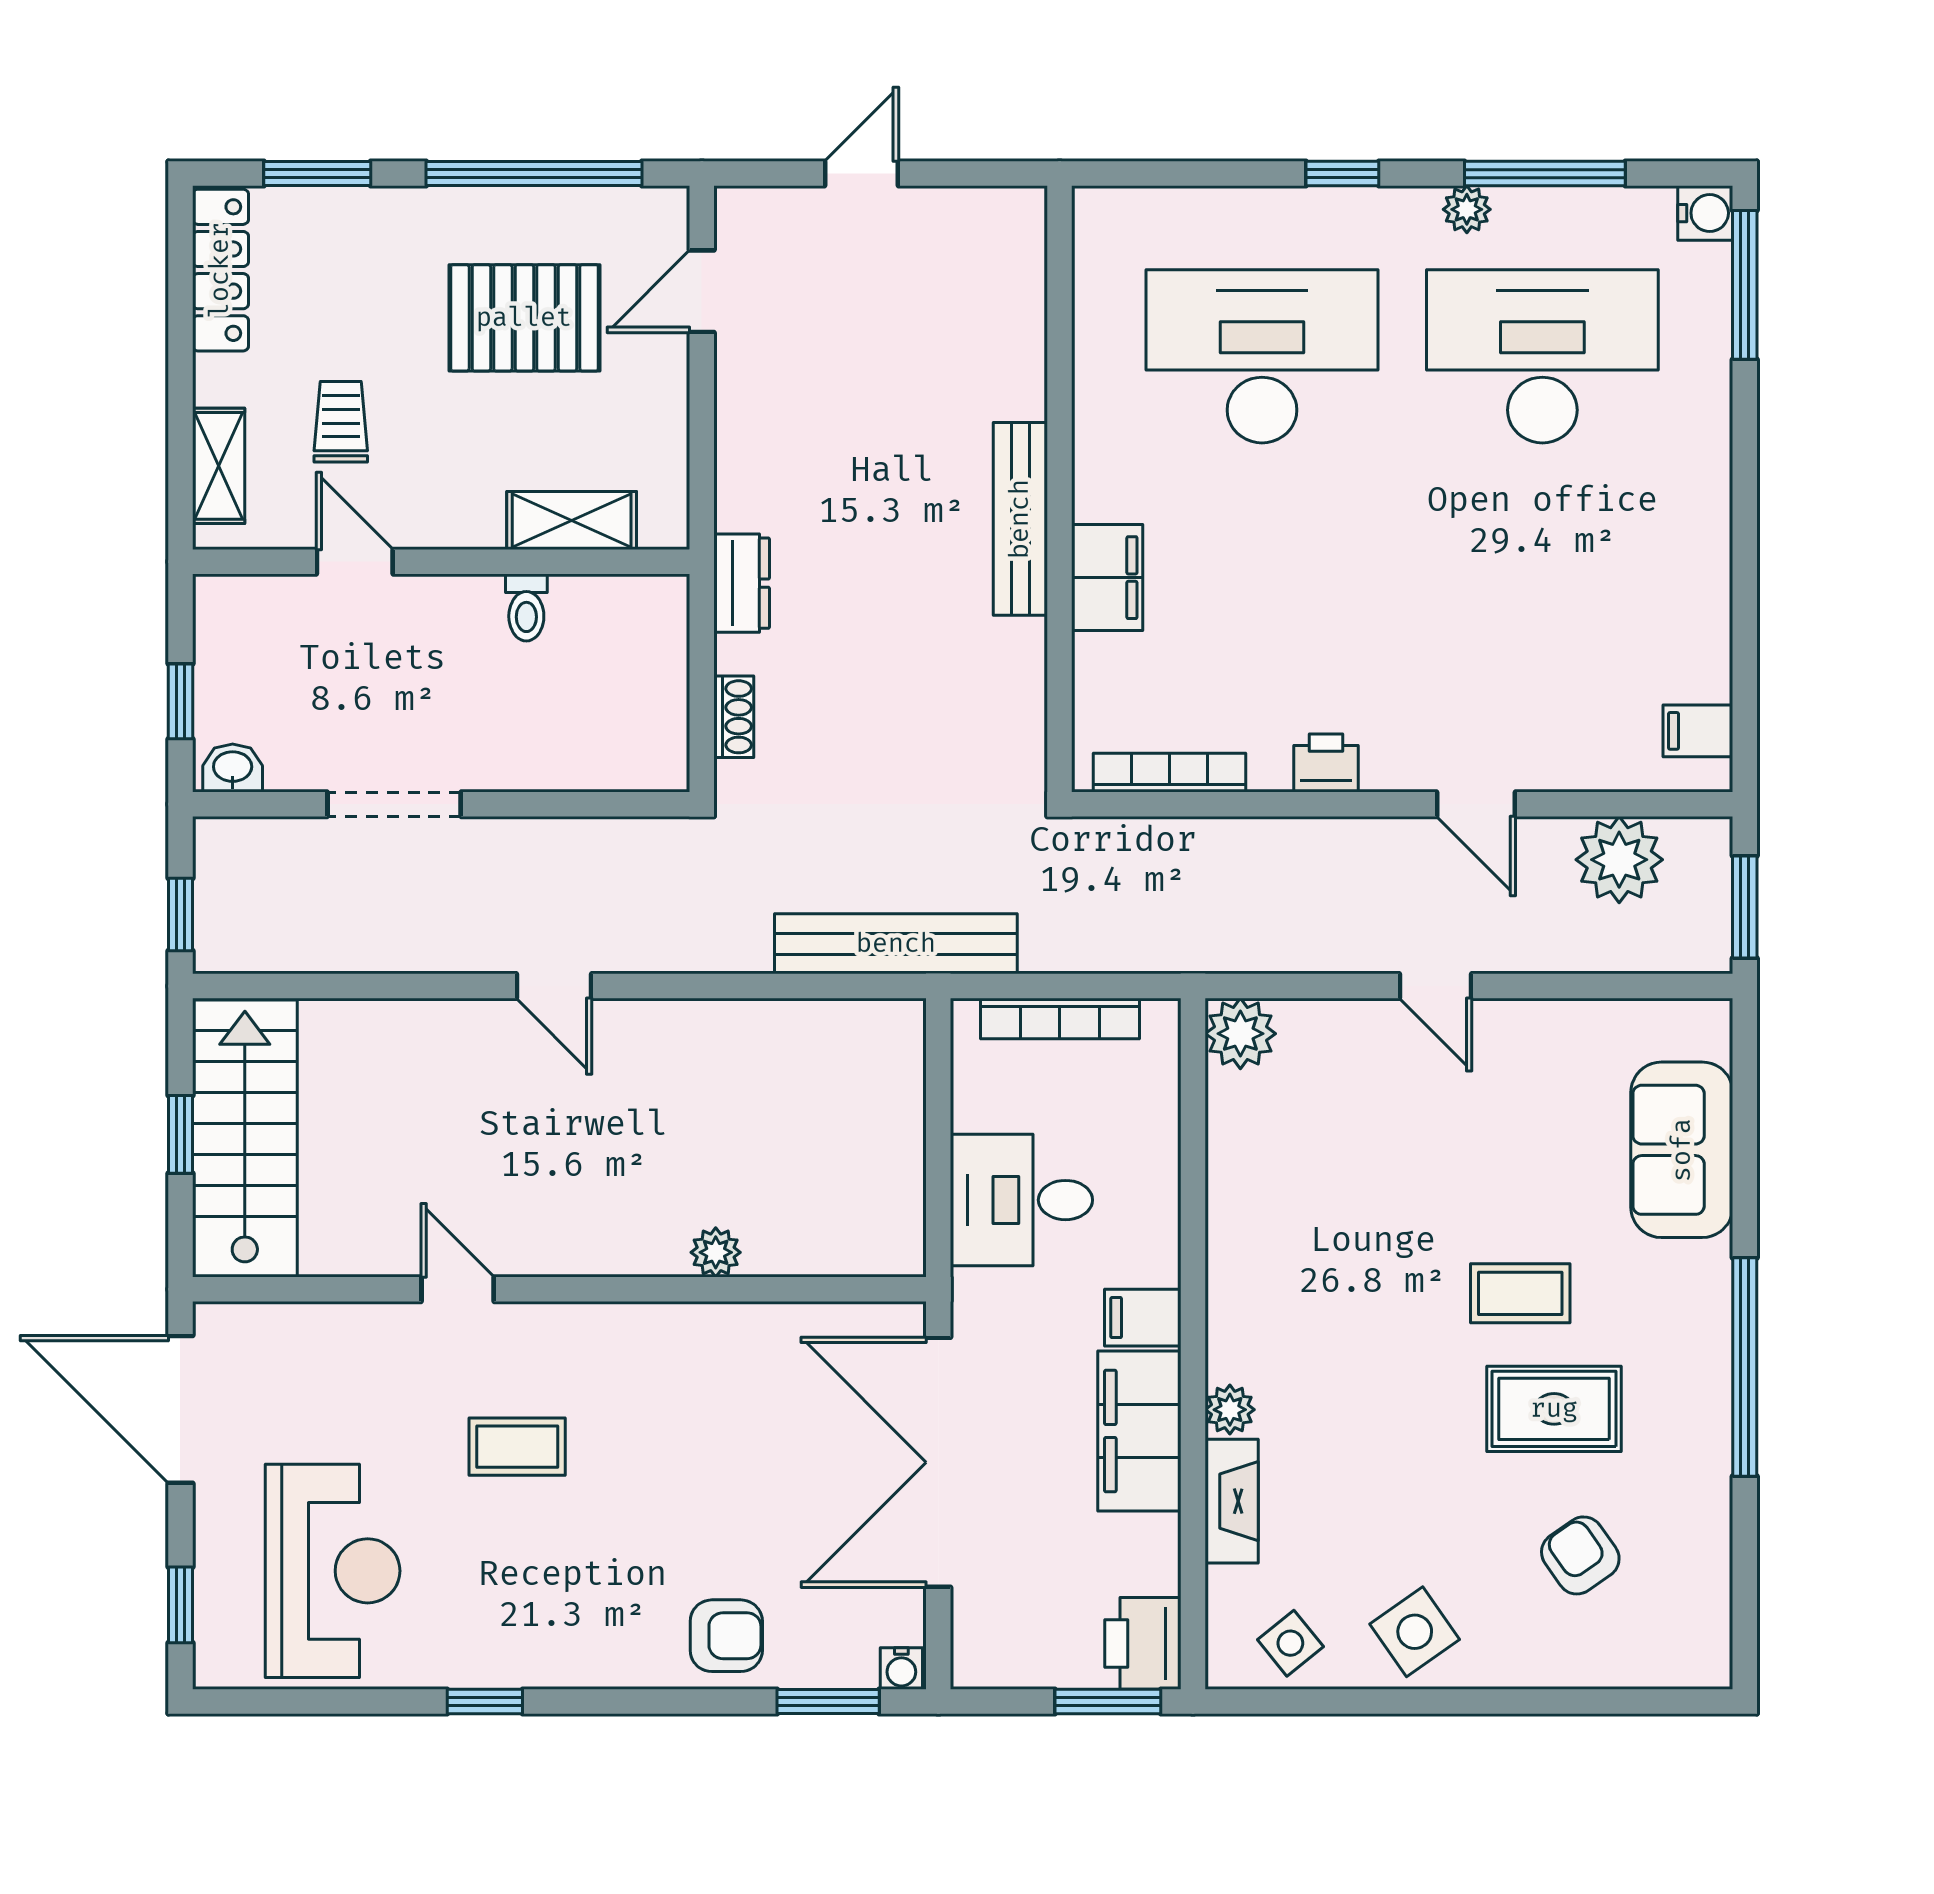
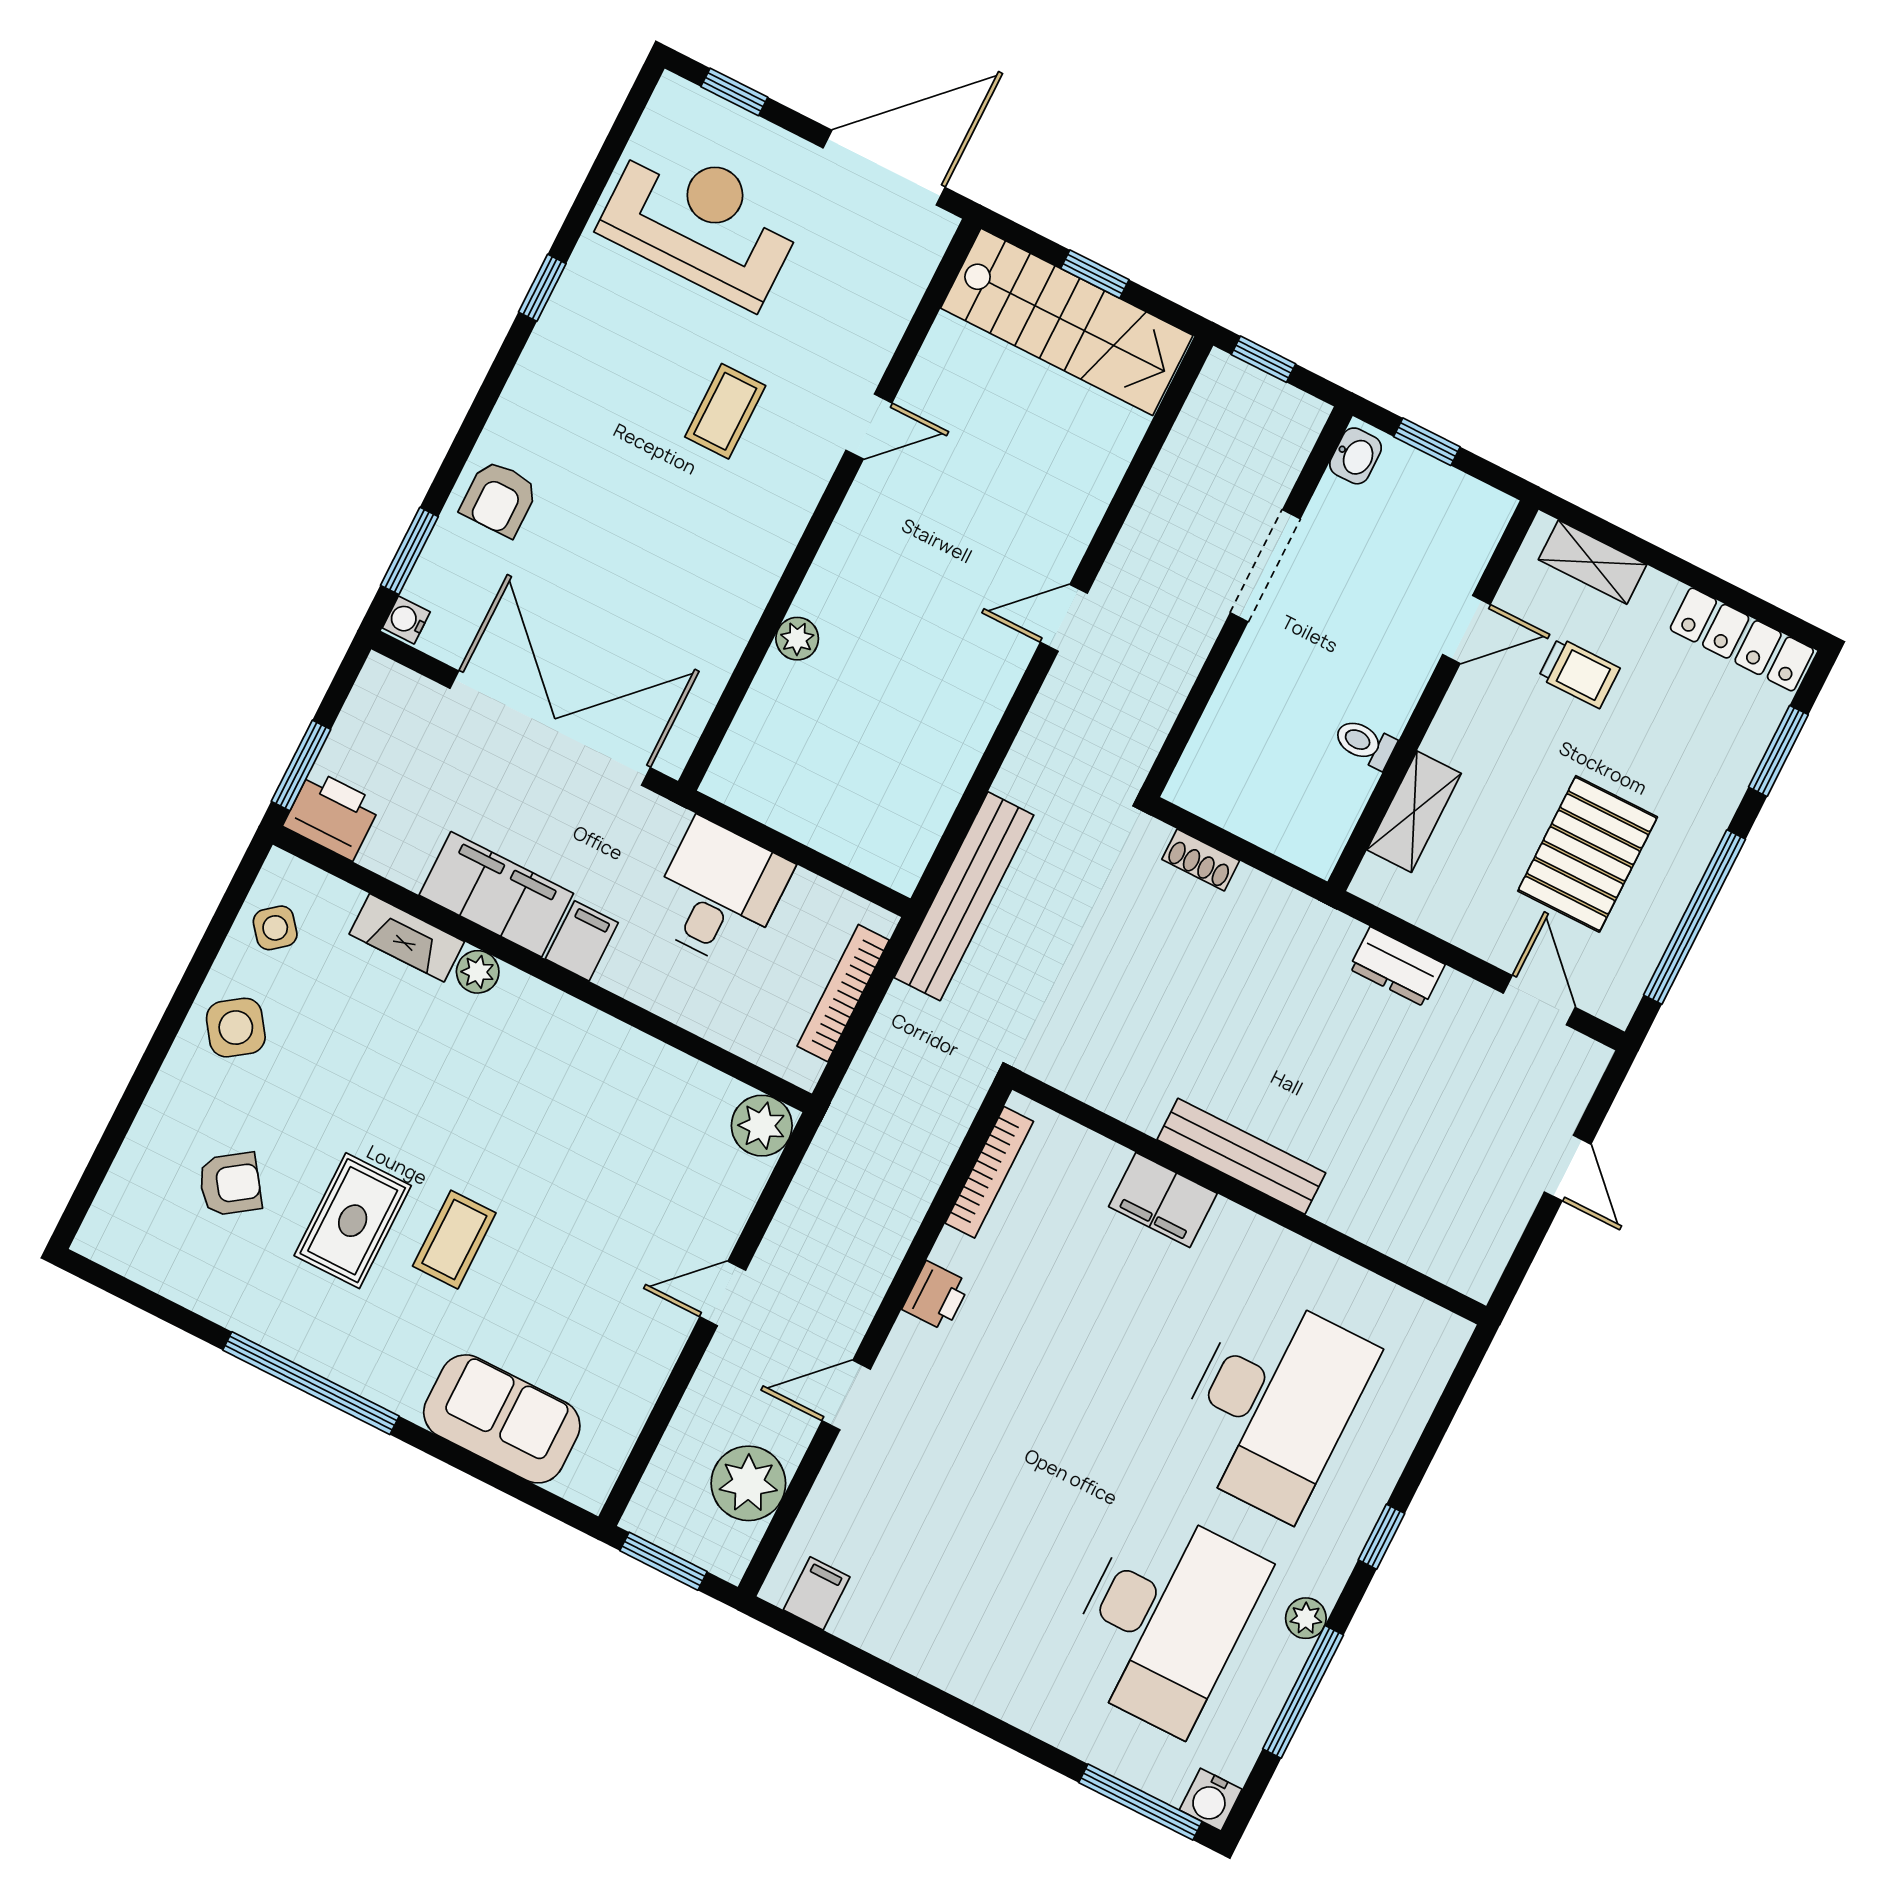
dresser: (742, 583) -> (1397, 967), moved
reception desk: (333, 1571) -> (701, 222), turned 180

